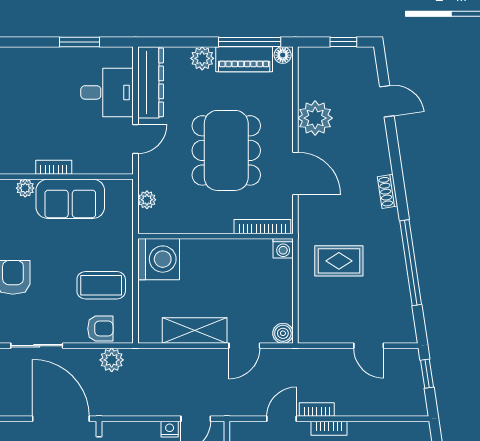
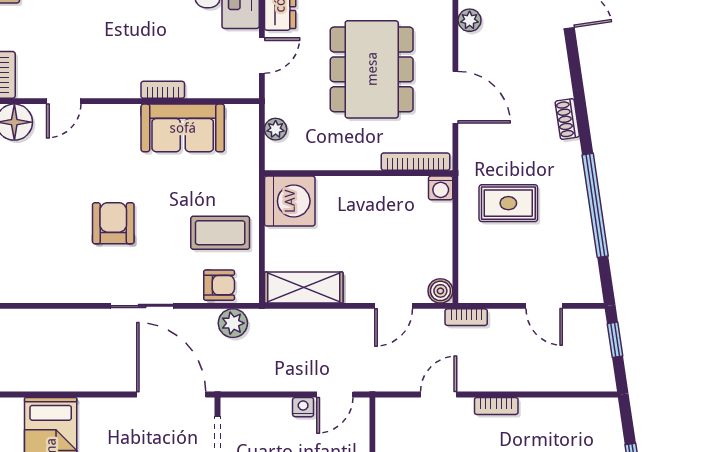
plant: (315, 118) -> (470, 20), width x0.53, depth x0.53
plant: (25, 188) -> (128, 115), removed
shelving: (195, 330) -> (304, 288), moved
bookcase: (317, 410) -> (466, 317), moved, turned 180

